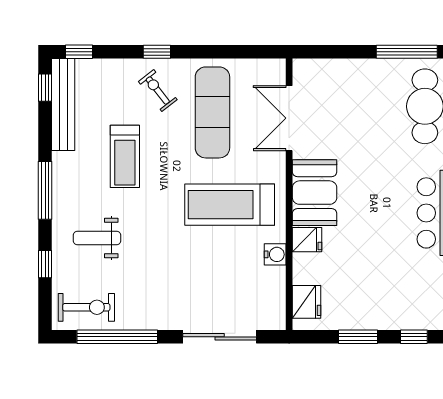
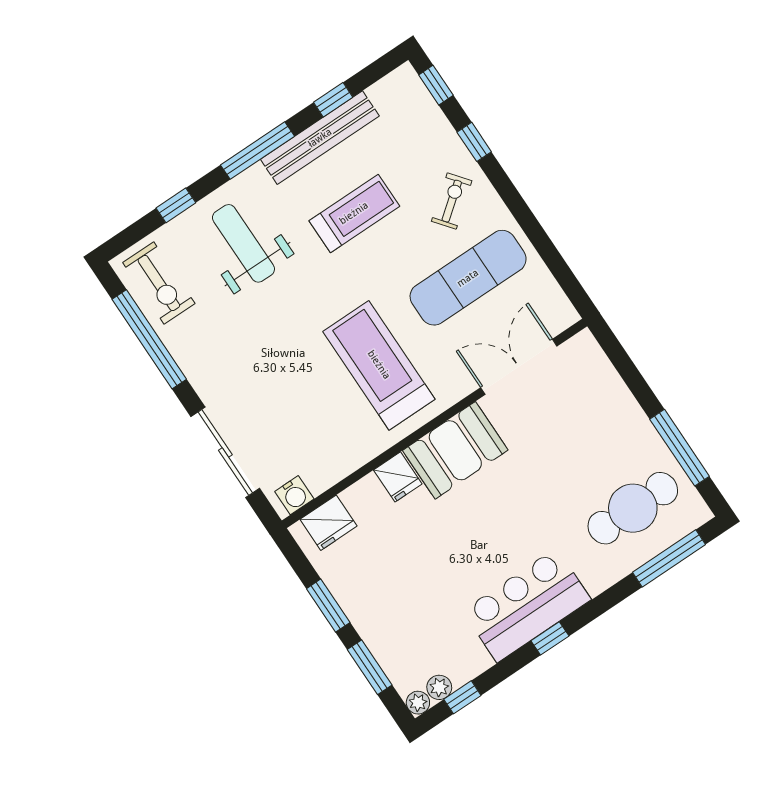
window: (157, 52) -> (474, 142), moved
window: (45, 88) -> (333, 100), moved
bench: (63, 105) -> (320, 138), moved
treadmill: (125, 156) -> (354, 213), turned 180
weight bench: (97, 238) -> (243, 243), width x1.36, depth x1.33
water cooler: (275, 254) -> (294, 495), moved
window: (414, 337) -> (370, 667), width x1.50

